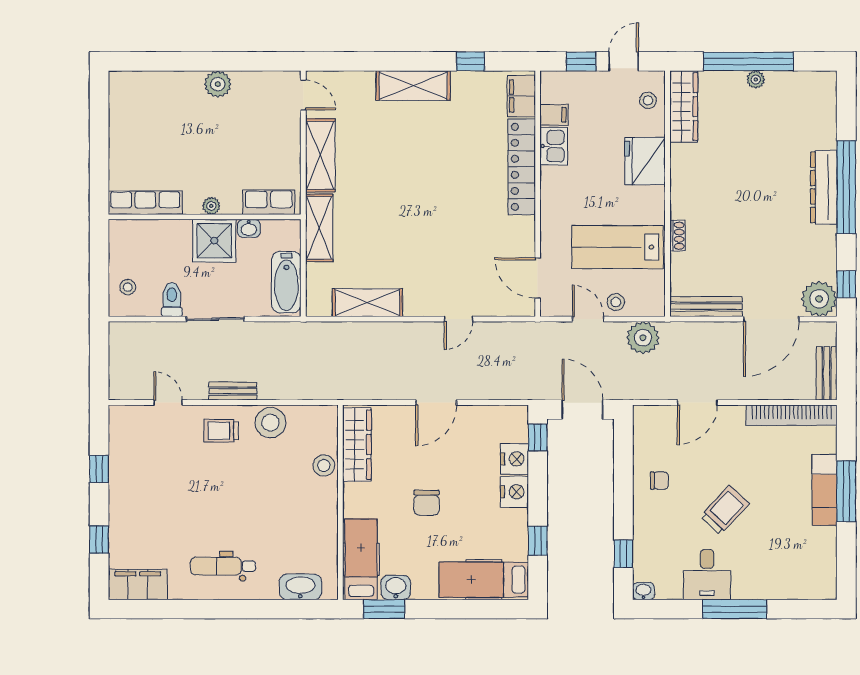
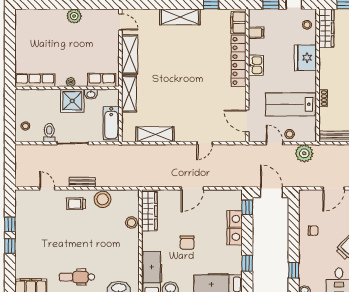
kitchen sink: (554, 146) -> (256, 65), moved
window: (99, 540) -> (10, 246), moved

